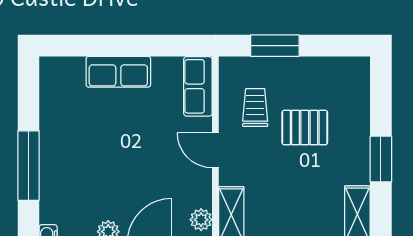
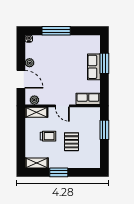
window: (110, 46) -> (104, 63), added
trolley: (255, 108) -> (48, 136), moved
door: (215, 150) -> (62, 106), swing flipped

